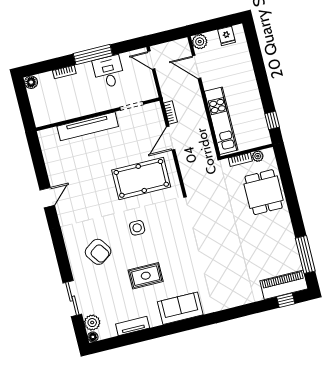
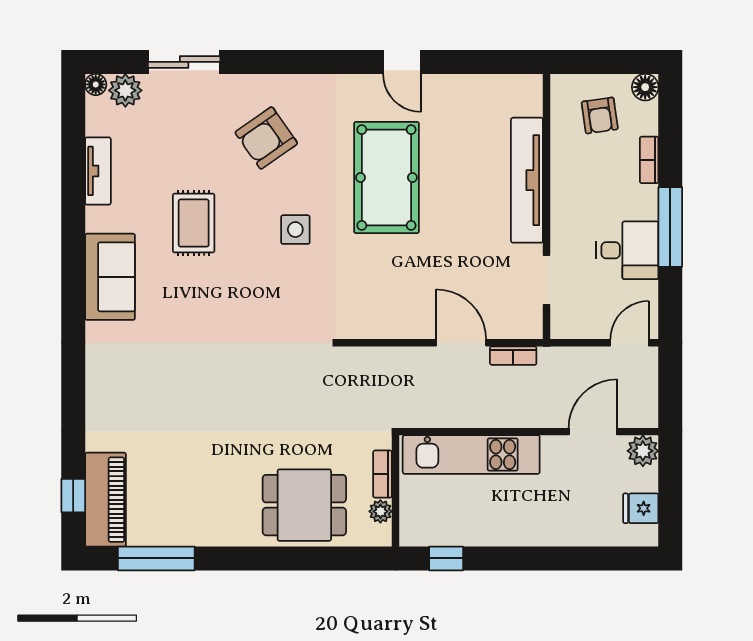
armchair: (49, 100) -> (600, 115), added
pool table: (141, 178) -> (386, 178), moved

